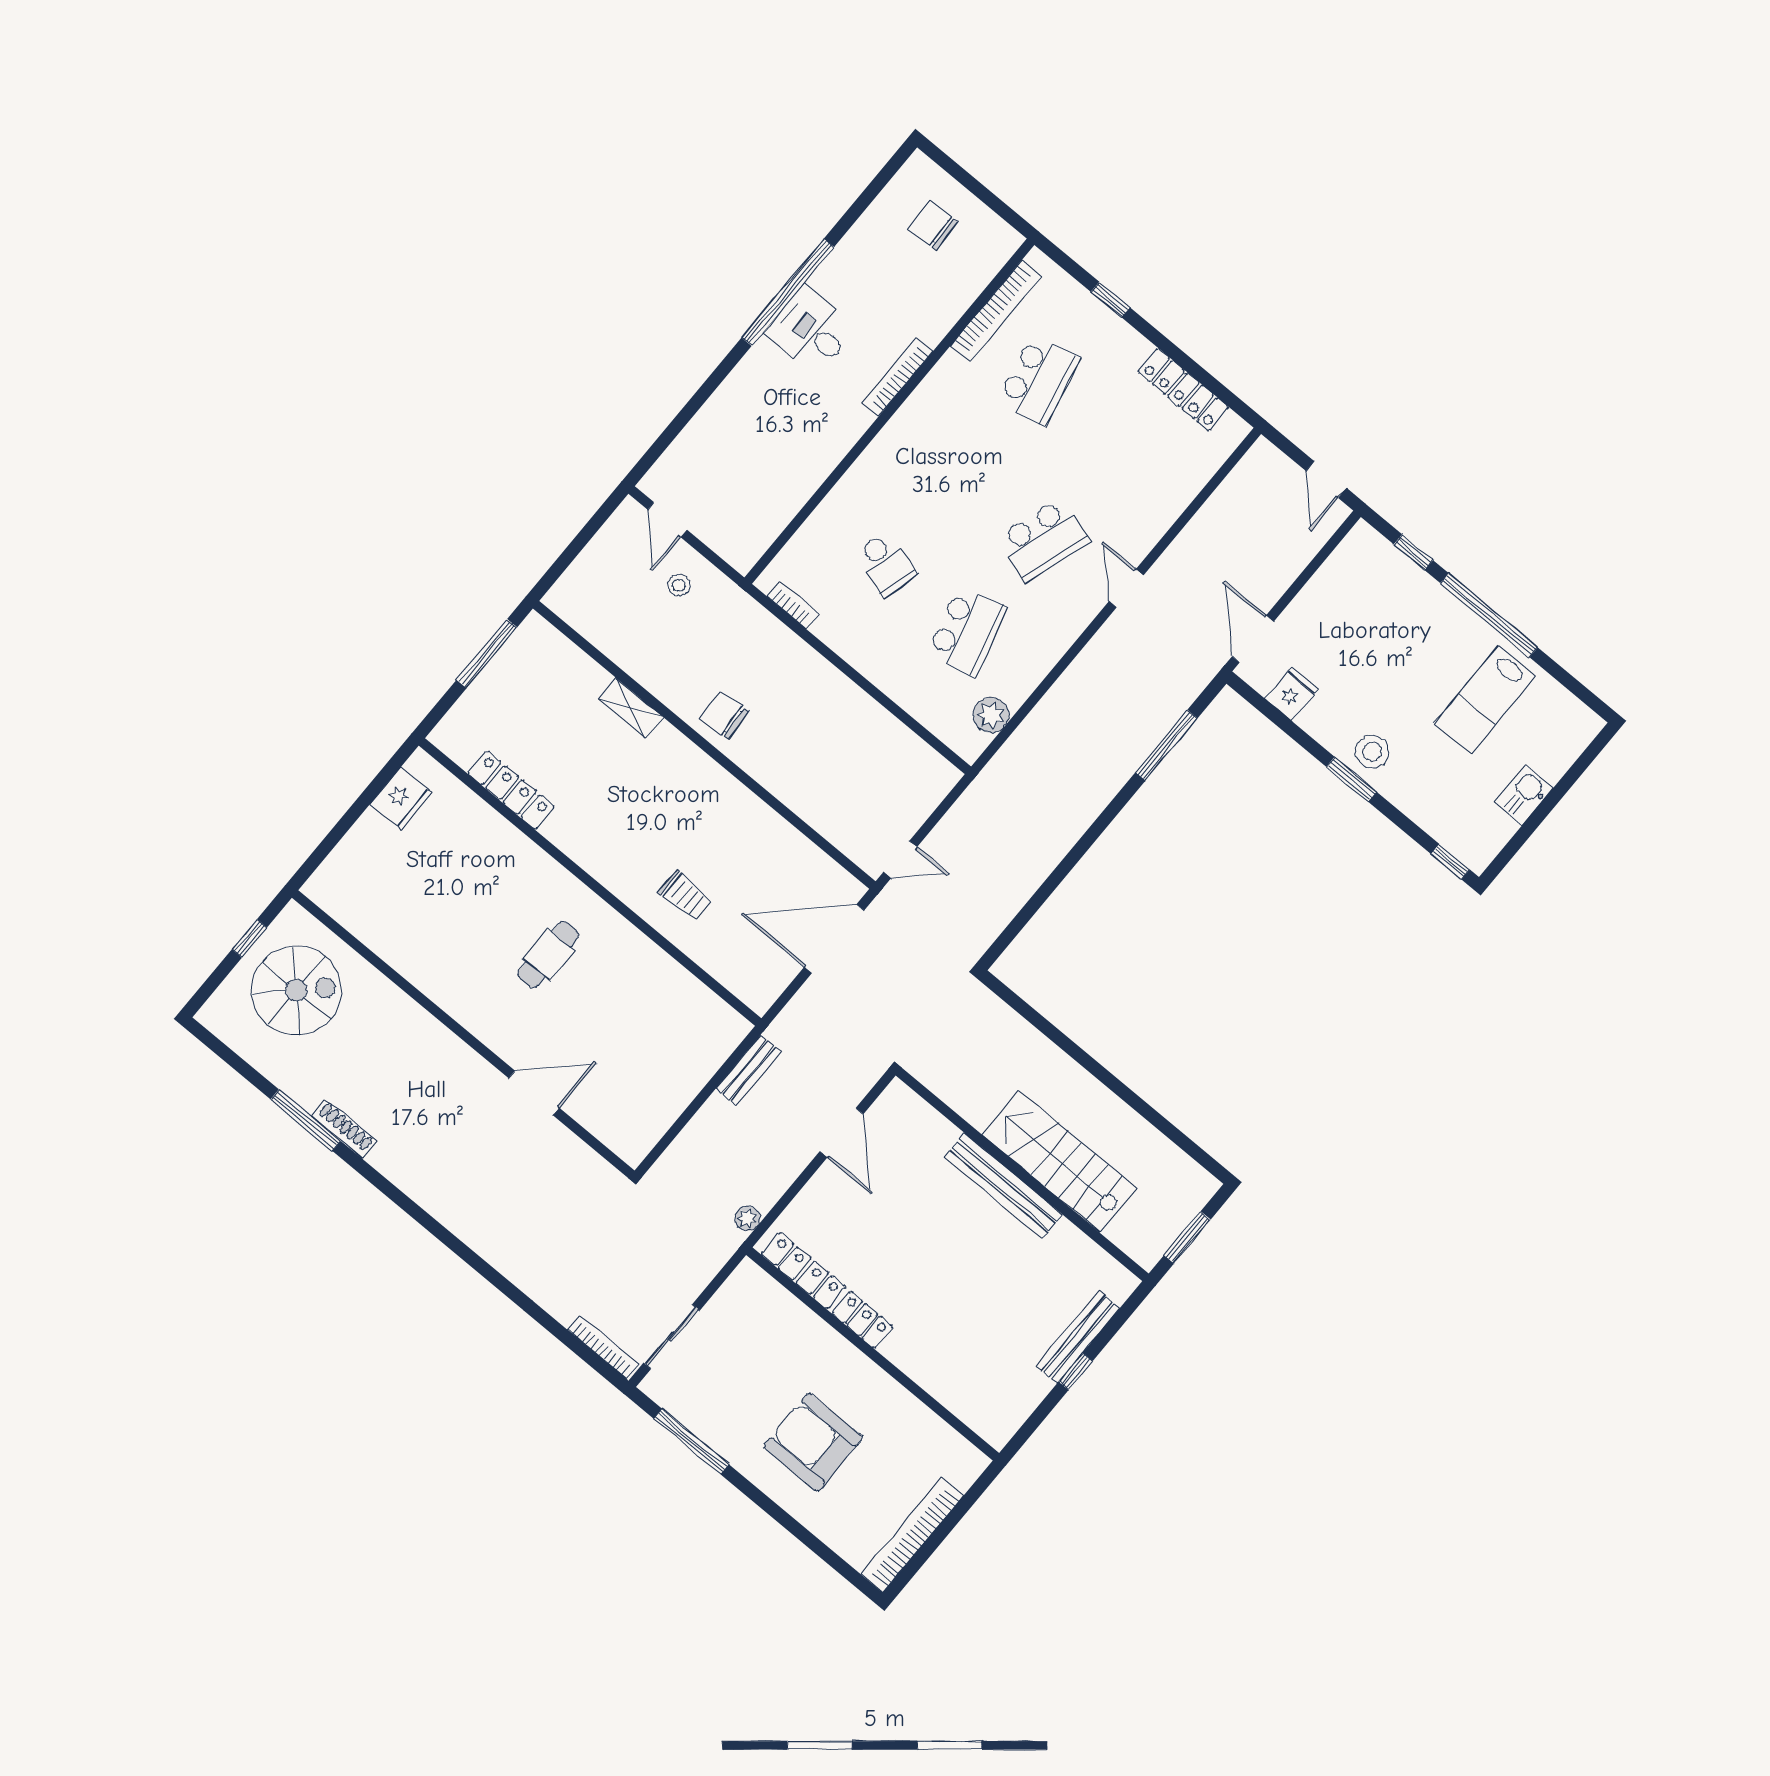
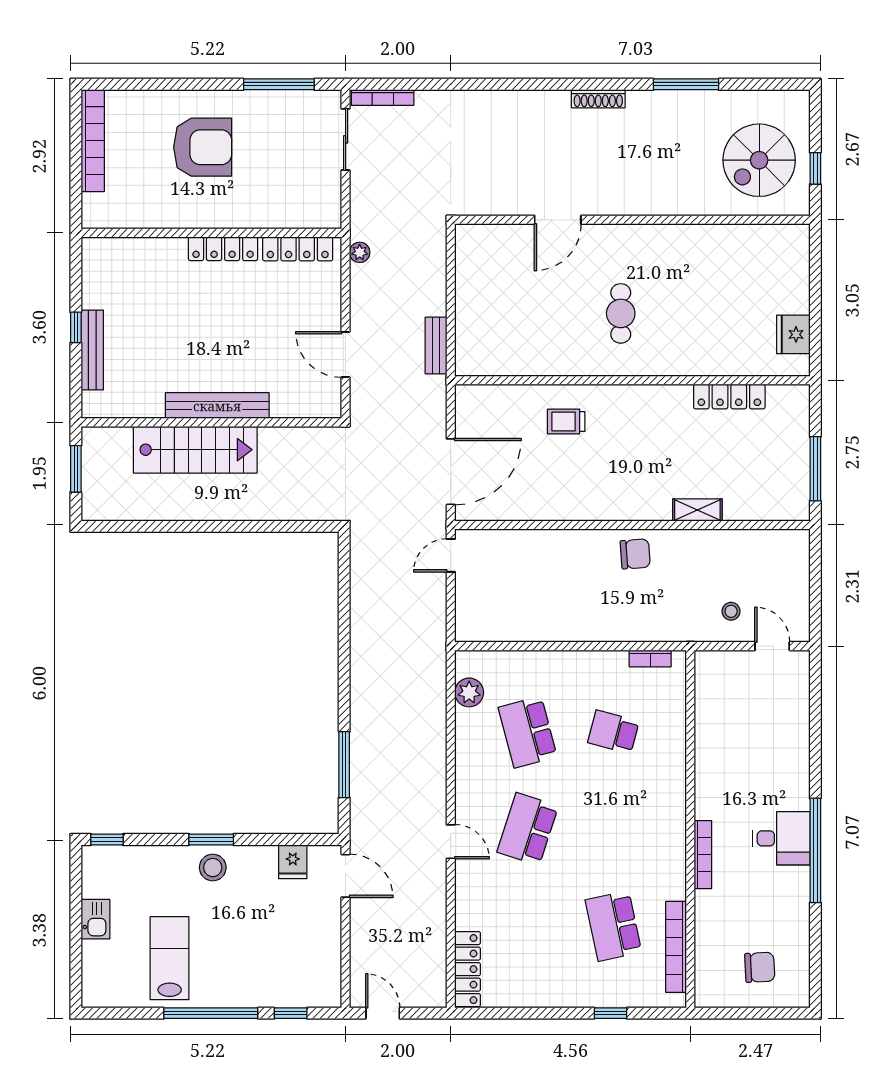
locker: (1183, 390) -> (468, 969), moved, turned 90
shoe rack: (344, 1129) -> (598, 99), moved
locker: (862, 1320) -> (223, 249), width x1.53

